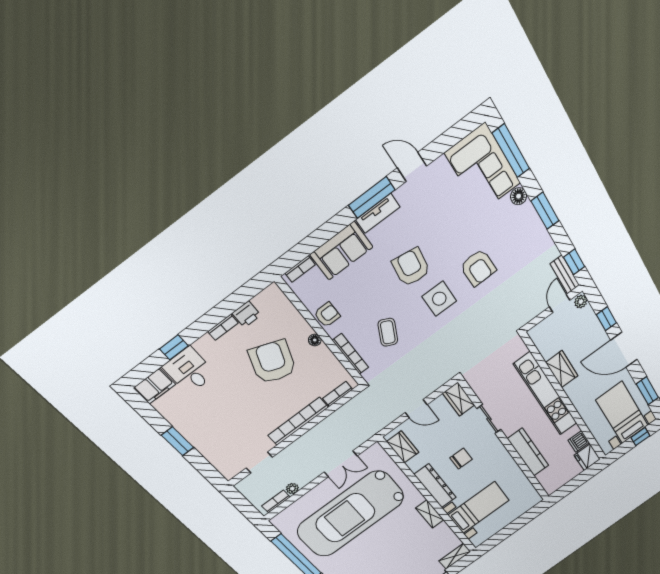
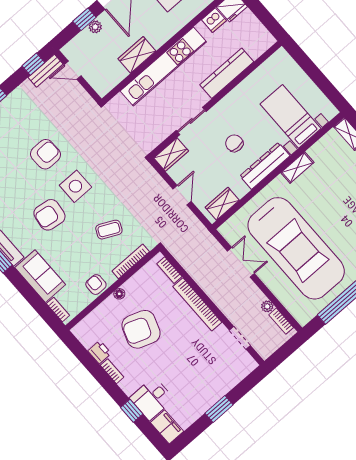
plant: (581, 302) -> (95, 27), moved

